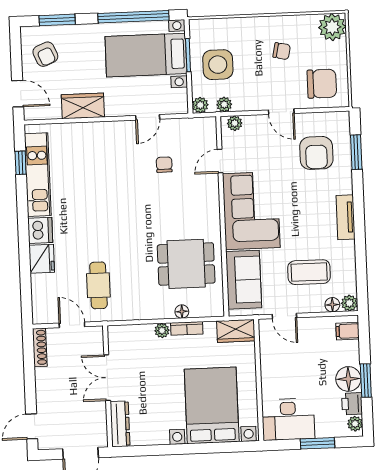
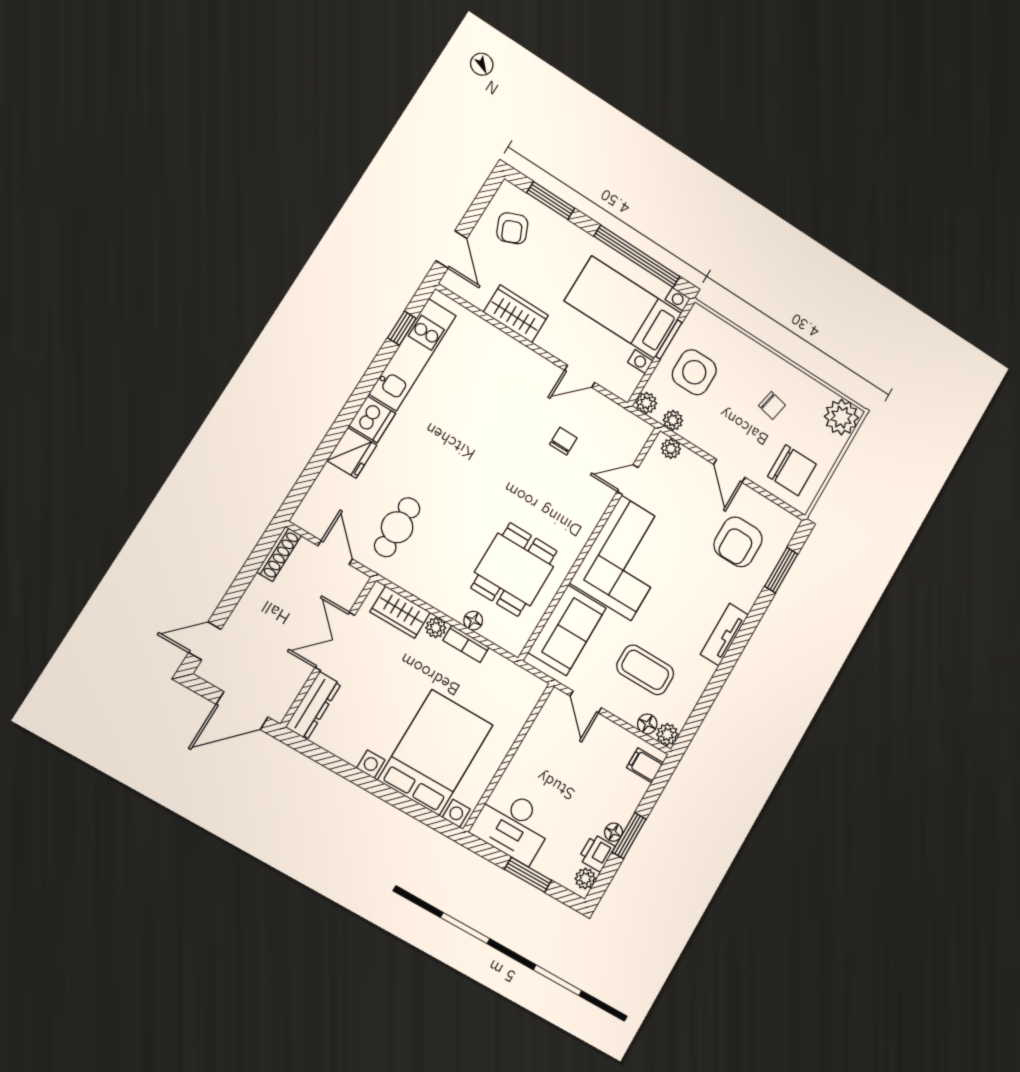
dining table: (186, 264) -> (514, 569), turned 90
wardrobe: (236, 331) -> (400, 612), moved
floor lamp: (348, 379) -> (613, 832), width x0.53, depth x0.53

